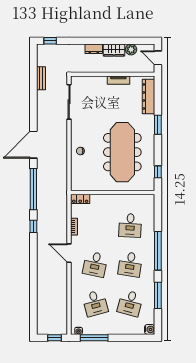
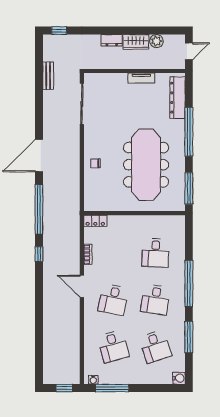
door: (158, 58) -> (189, 51), swing flipped
window: (158, 125) -> (189, 132), width x2.11
window: (158, 172) -> (189, 188), width x2.17
desk: (130, 303) -> (155, 346), turned -33

